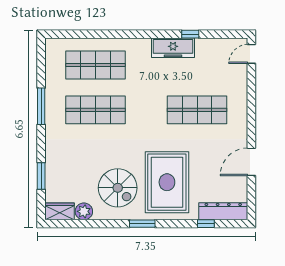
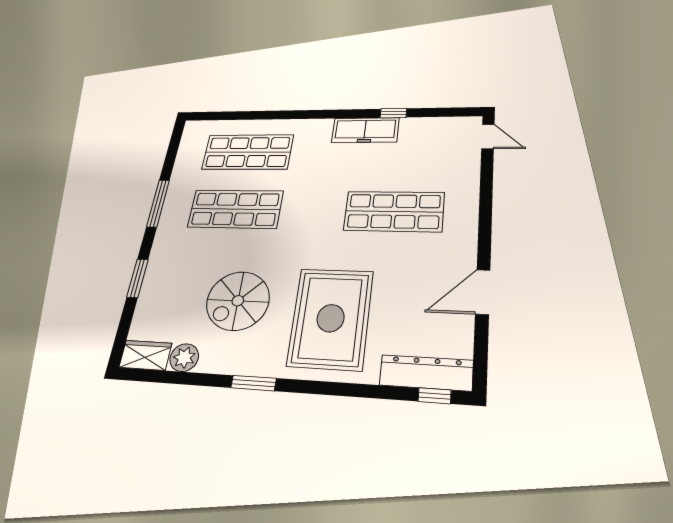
door: (251, 54) -> (488, 137), swing flipped
window: (41, 176) -> (137, 278), moved
spiral stairs: (118, 188) -> (238, 301), moved, turned 90
window: (142, 224) -> (254, 383), moved
window: (206, 224) -> (435, 396), moved

